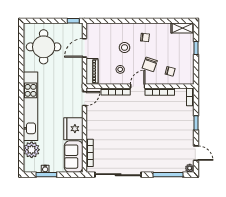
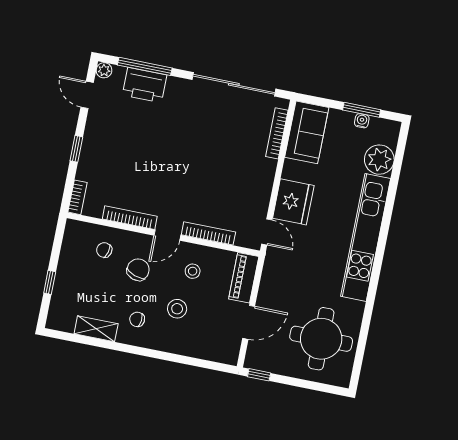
shelving: (183, 28) -> (96, 329), moved
door: (84, 99) -> (267, 232), swing flipped
fridge: (73, 129) -> (293, 202), moved
printer: (166, 165) -> (145, 85), added

